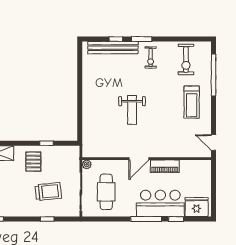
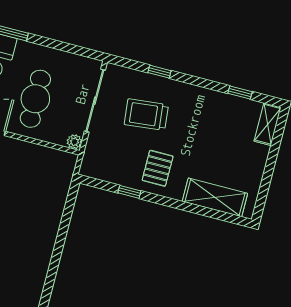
cafe table: (106, 192) -> (35, 99), moved

